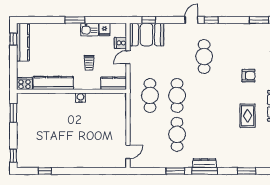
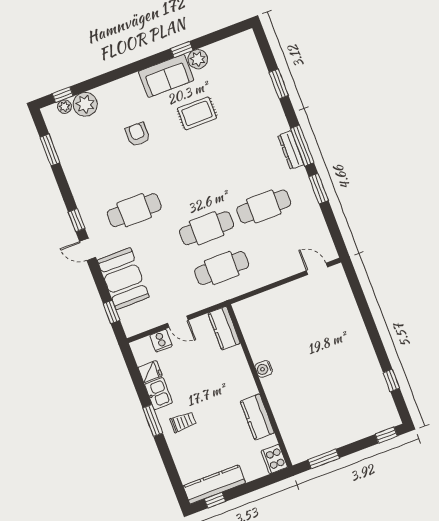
booth: (147, 35) -> (123, 279), moved
trolley: (89, 63) -> (183, 422), moved
kitchen counter: (53, 83) -> (257, 417), width x0.67

